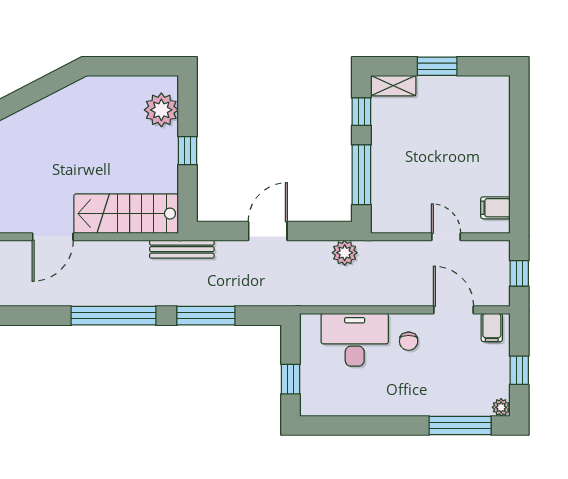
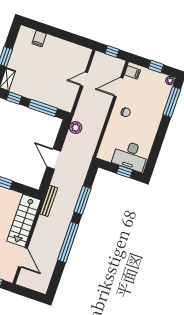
filing cabinet: (495, 208) -> (39, 39), moved
desk: (355, 340) -> (130, 156), moved, turned -90

